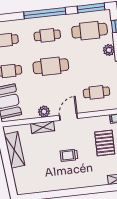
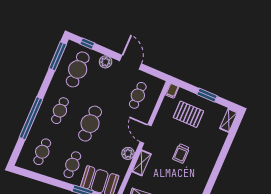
window: (45, 13) -> (31, 118), moved

